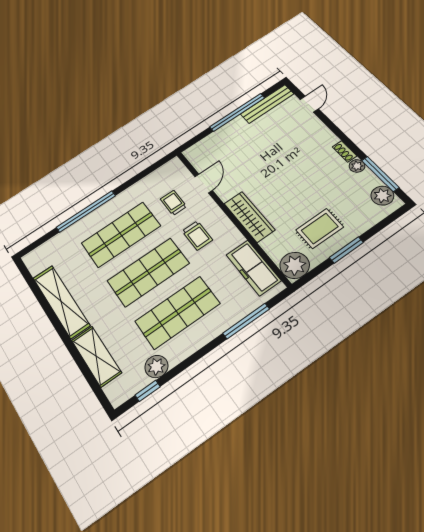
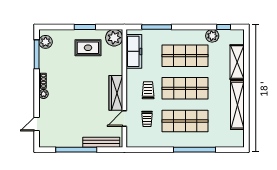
bench: (267, 104) -> (101, 142), moved
plant: (357, 166) -> (44, 94), moved
wardrobe: (249, 217) -> (116, 93), moved

